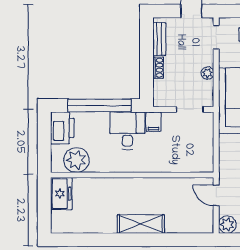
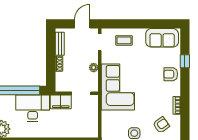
filing cabinet: (153, 122) -> (61, 102), width x2.00
desk: (127, 131) -> (33, 108), width x1.37

